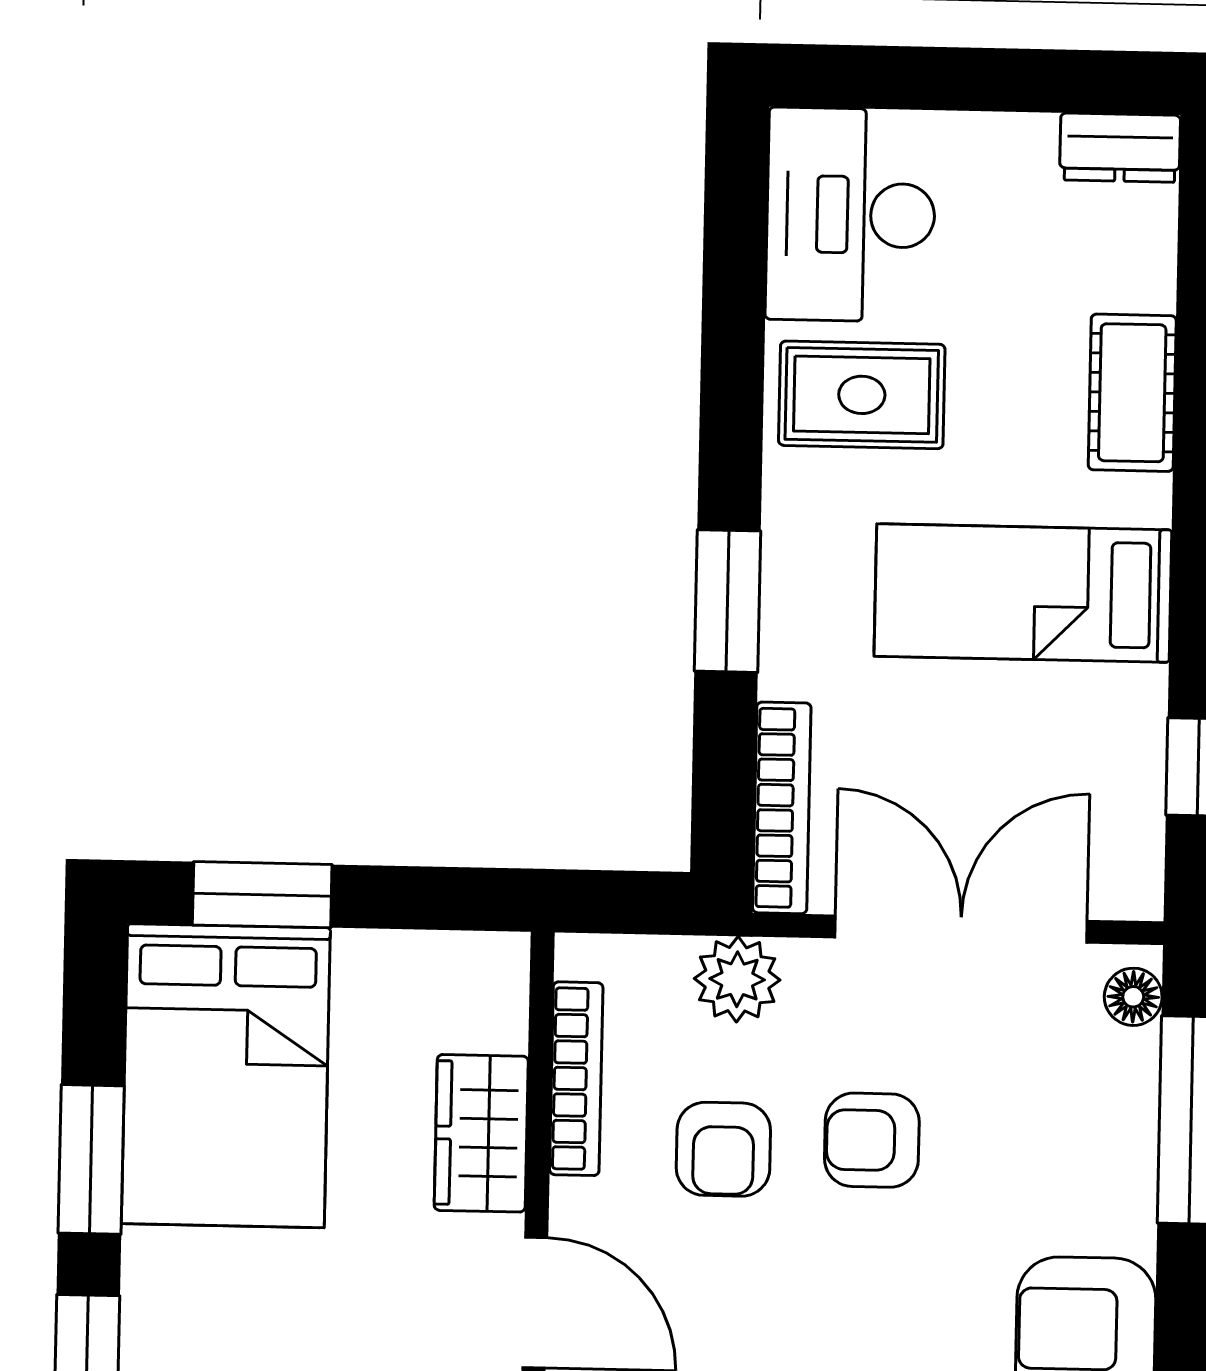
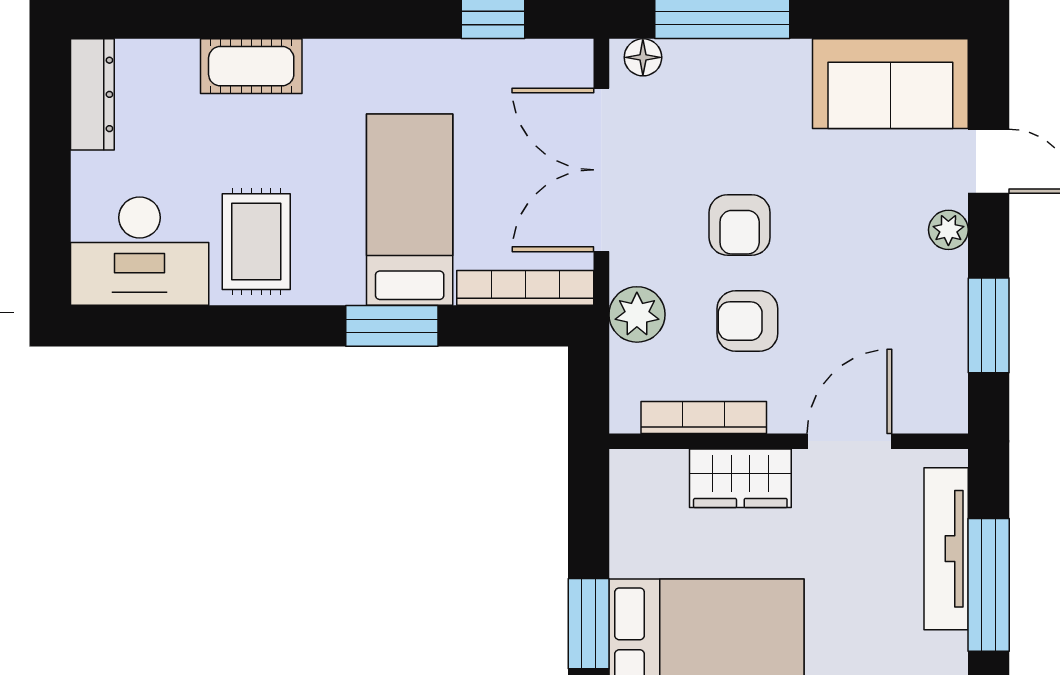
dresser: (1120, 148) -> (92, 94), width x1.44
bed: (1023, 593) -> (410, 210), moved, turned 180
armchair: (723, 1149) -> (747, 321), turned 180

